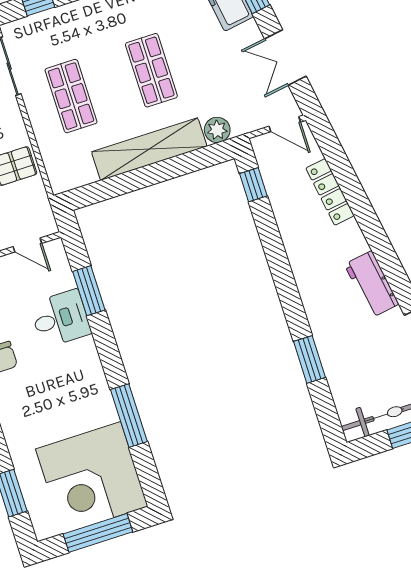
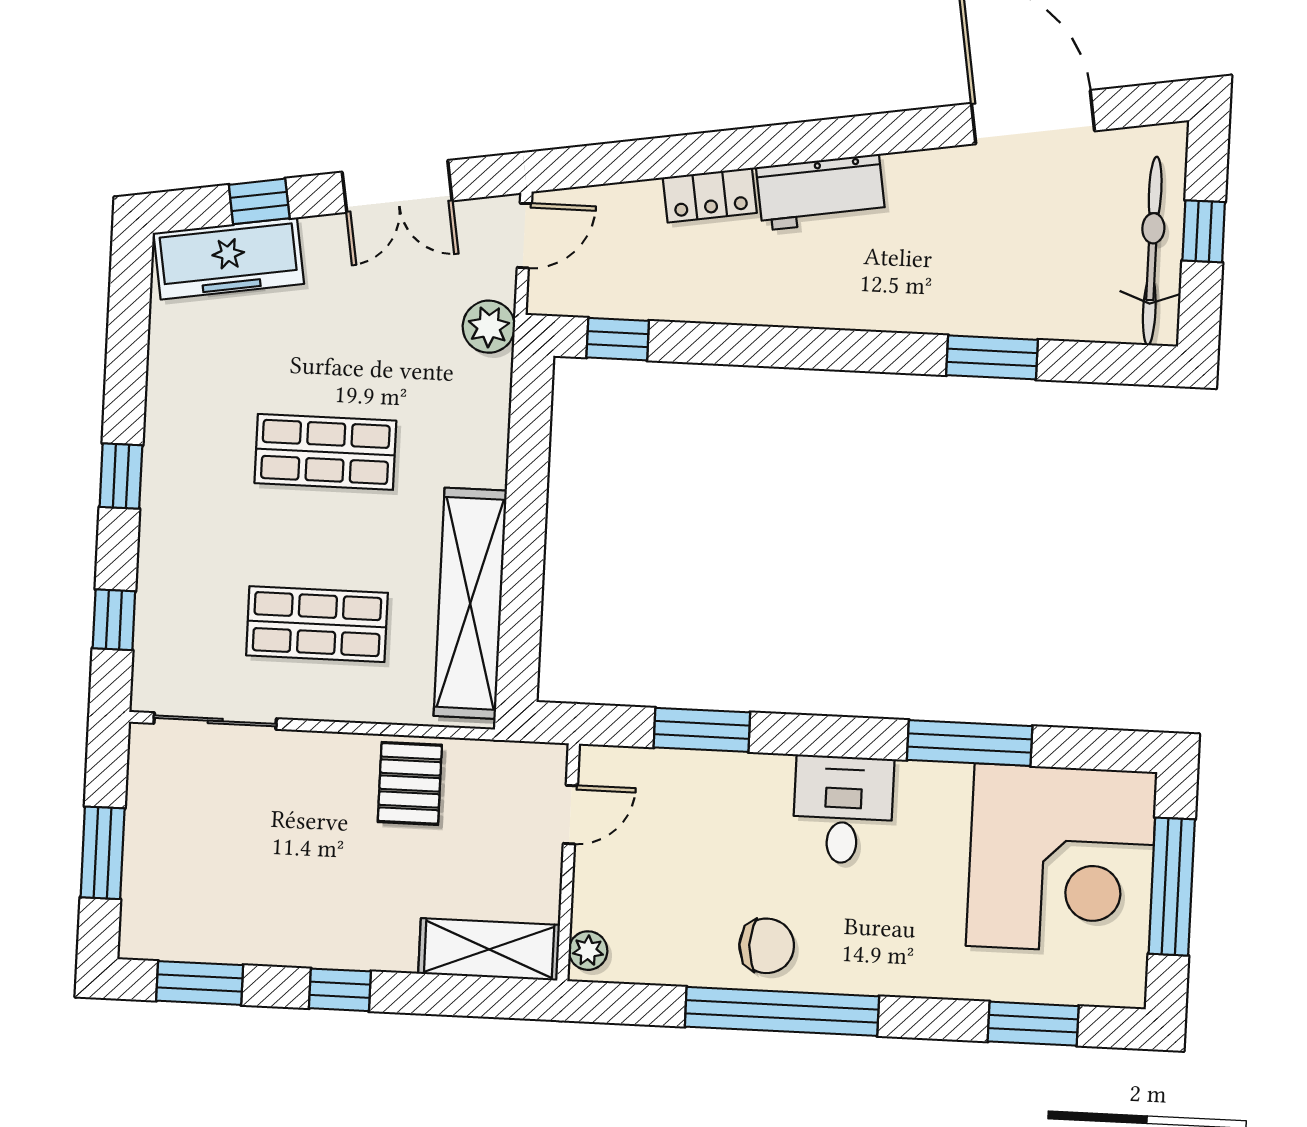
plant: (217, 130) -> (489, 327), moved
shelving: (149, 149) -> (470, 603), moved
locker: (330, 192) -> (710, 195), width x0.66
workbench: (372, 284) -> (821, 192), moved
desk: (60, 319) -> (843, 810), moved

